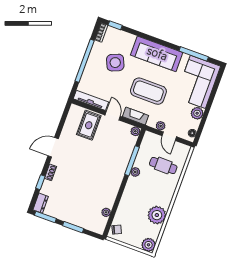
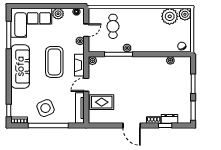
side table: (115, 63) -> (46, 108), moved
dresser: (41, 203) -> (170, 119), moved
plant: (157, 215) -> (170, 16), moved

